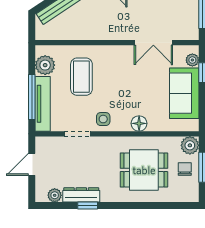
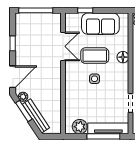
plant: (192, 60) -> (76, 18), removed
coffee table: (81, 77) -> (95, 56), moved
side table: (103, 119) -> (95, 79), moved

